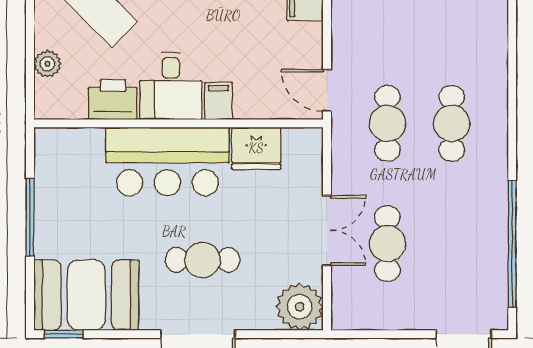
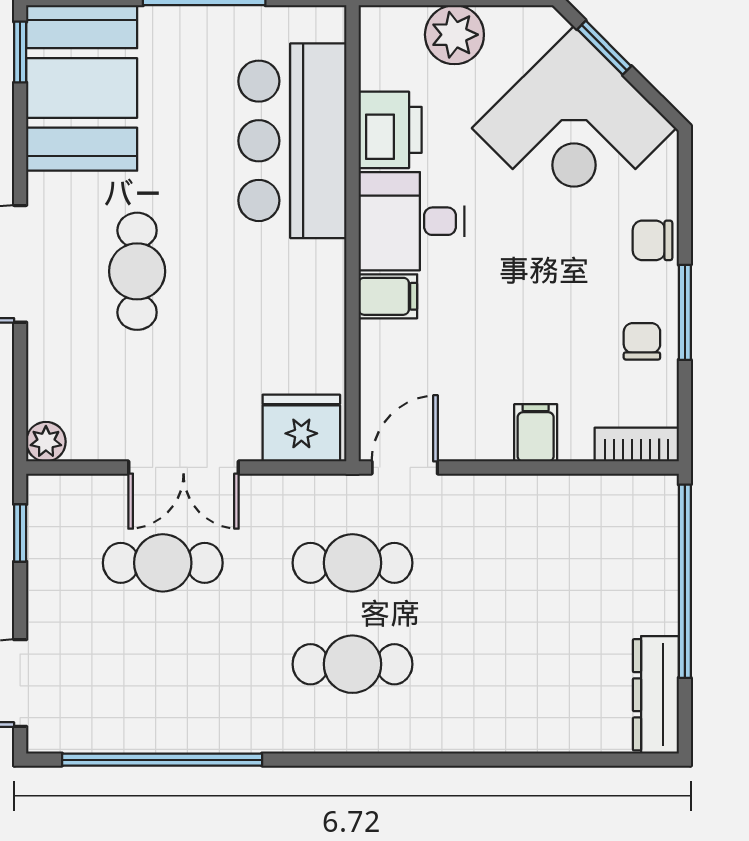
plant: (47, 64) -> (454, 35), width x1.38, depth x1.38
fridge: (256, 148) -> (301, 428), moved, turned 90
bar counter: (167, 161) -> (292, 141), moved
plant: (300, 307) -> (46, 442), width x0.53, depth x0.53
window: (368, 334) -> (20, 533), added

